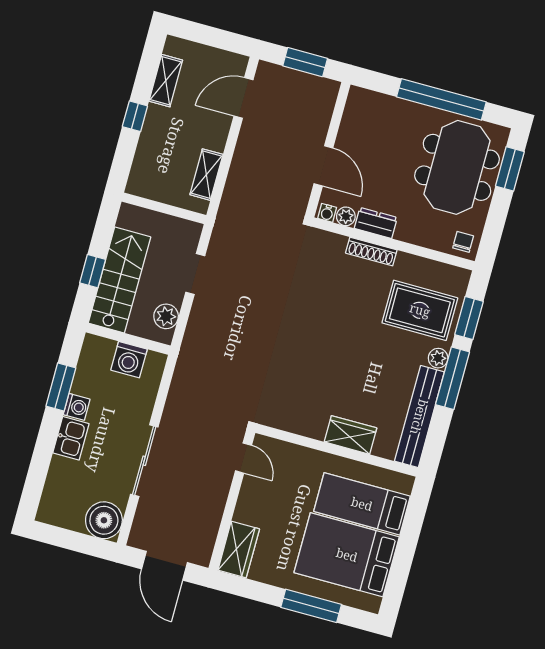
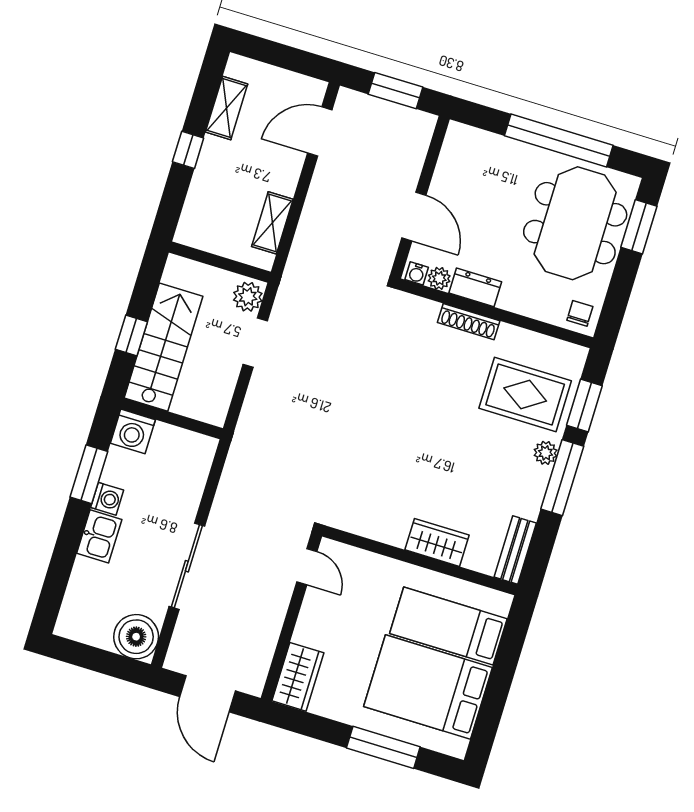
plant: (166, 316) -> (248, 297), moved
washing machine: (129, 360) -> (133, 431), moved
bench: (419, 417) -> (515, 550), width x0.54, depth x0.82

